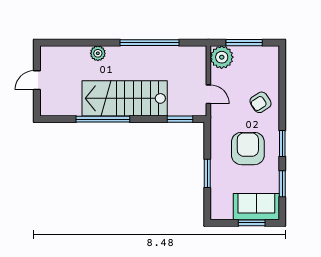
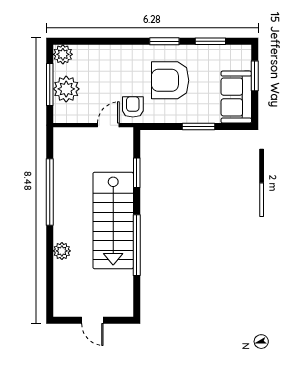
plant: (271, 54) -> (63, 54), added
plant: (222, 57) -> (66, 89), moved
armchair: (261, 102) -> (133, 107), moved, turned -147
window: (180, 119) -> (137, 173), moved
sofa: (256, 207) -> (236, 97), moved

